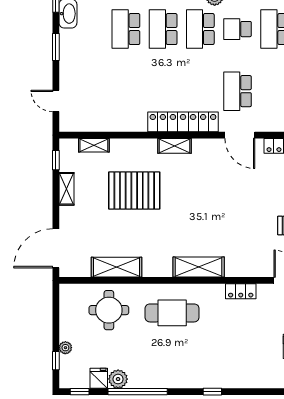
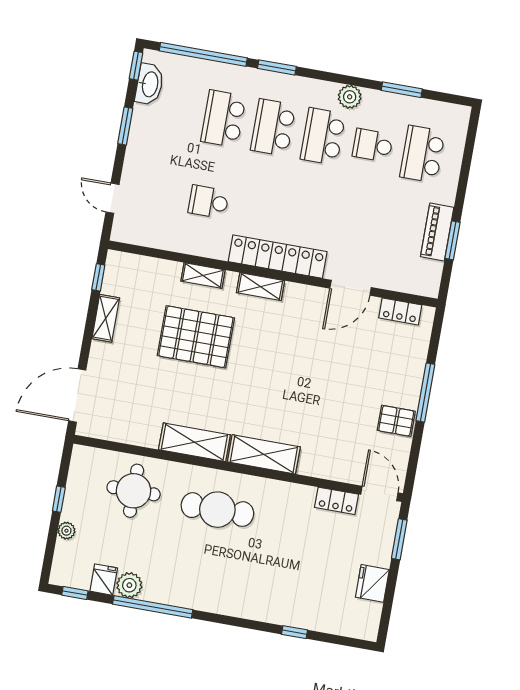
school desk: (237, 91) -> (209, 202), moved, width x0.54
door: (240, 135) -> (351, 288), hinge flipped
shelving: (94, 145) -> (203, 276), moved
shelving: (116, 267) -> (194, 442), moved
locker: (241, 291) -> (336, 501), moved
window: (56, 361) -> (59, 499), moved
window: (212, 392) -> (295, 632), moved

